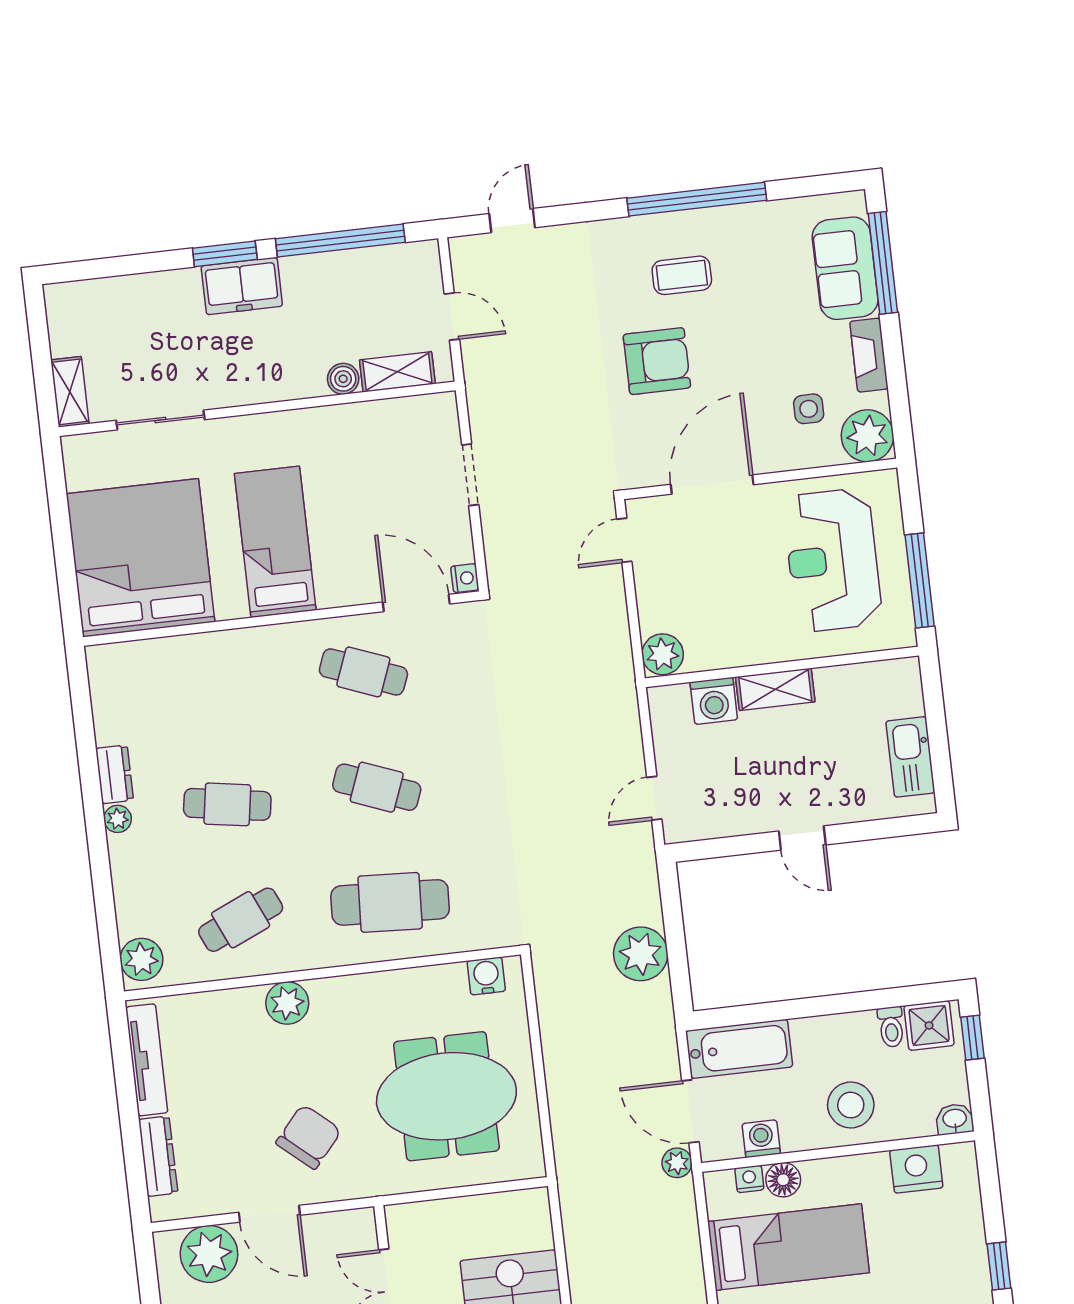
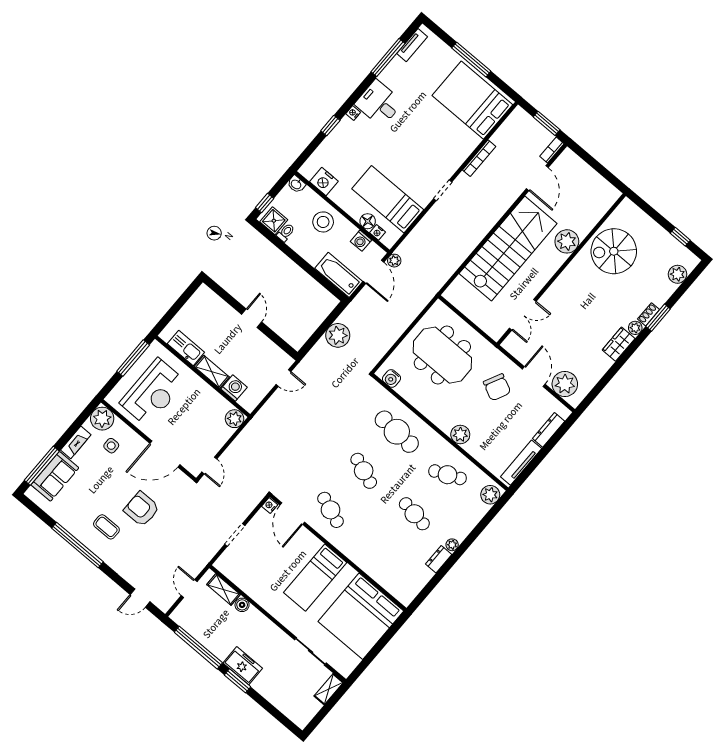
door: (624, 540) -> (209, 465), hinge flipped
kitchen sink: (910, 757) -> (186, 348), moved, turned -90
chair: (309, 1137) -> (497, 387), turned -105

